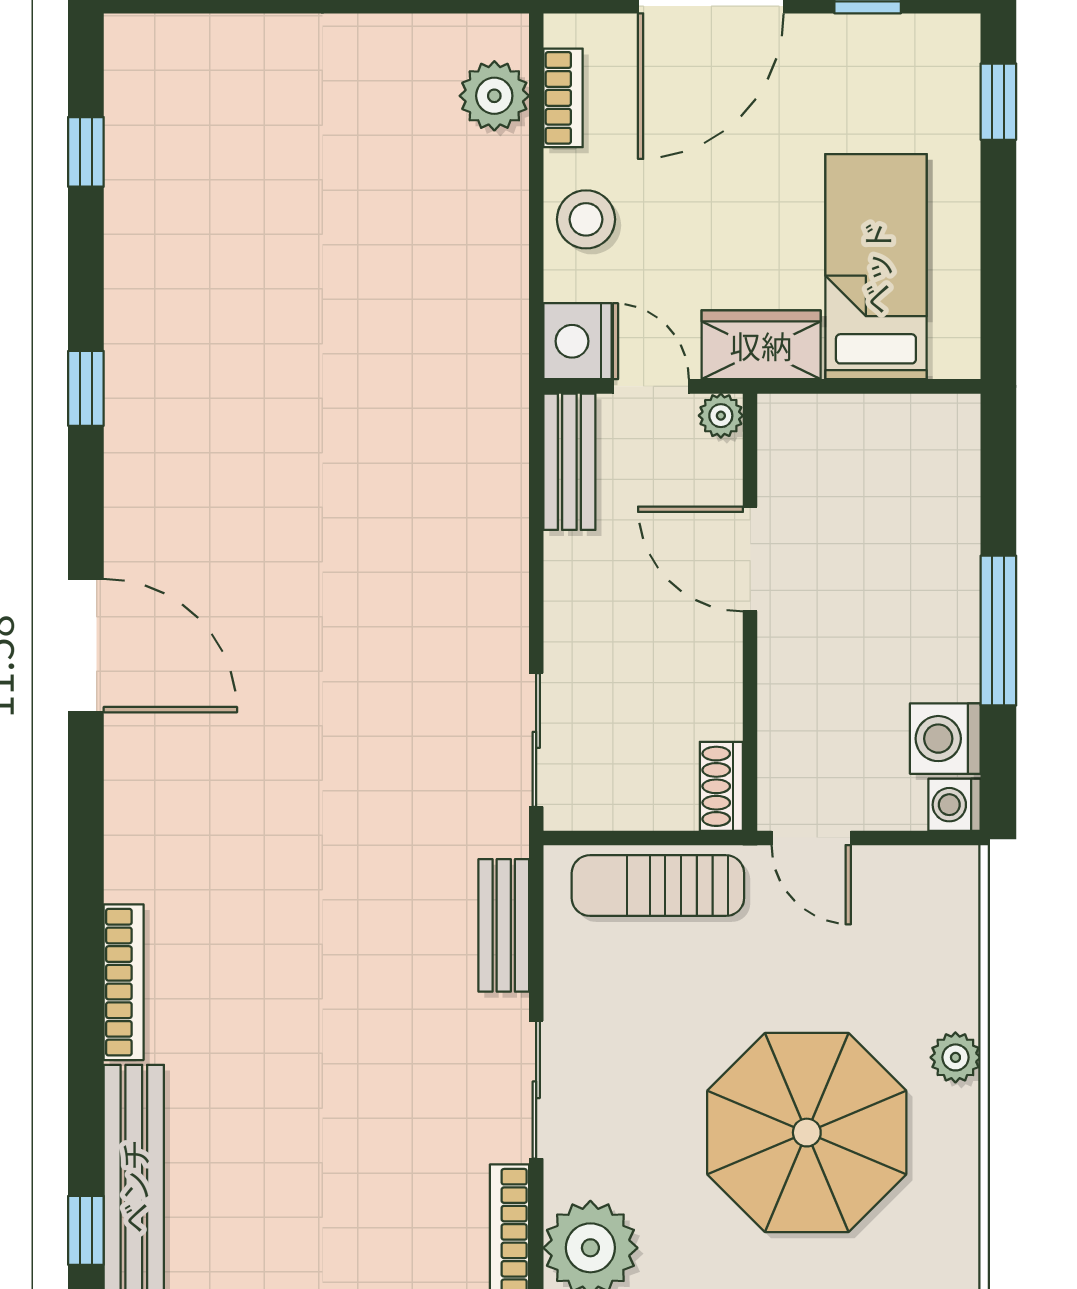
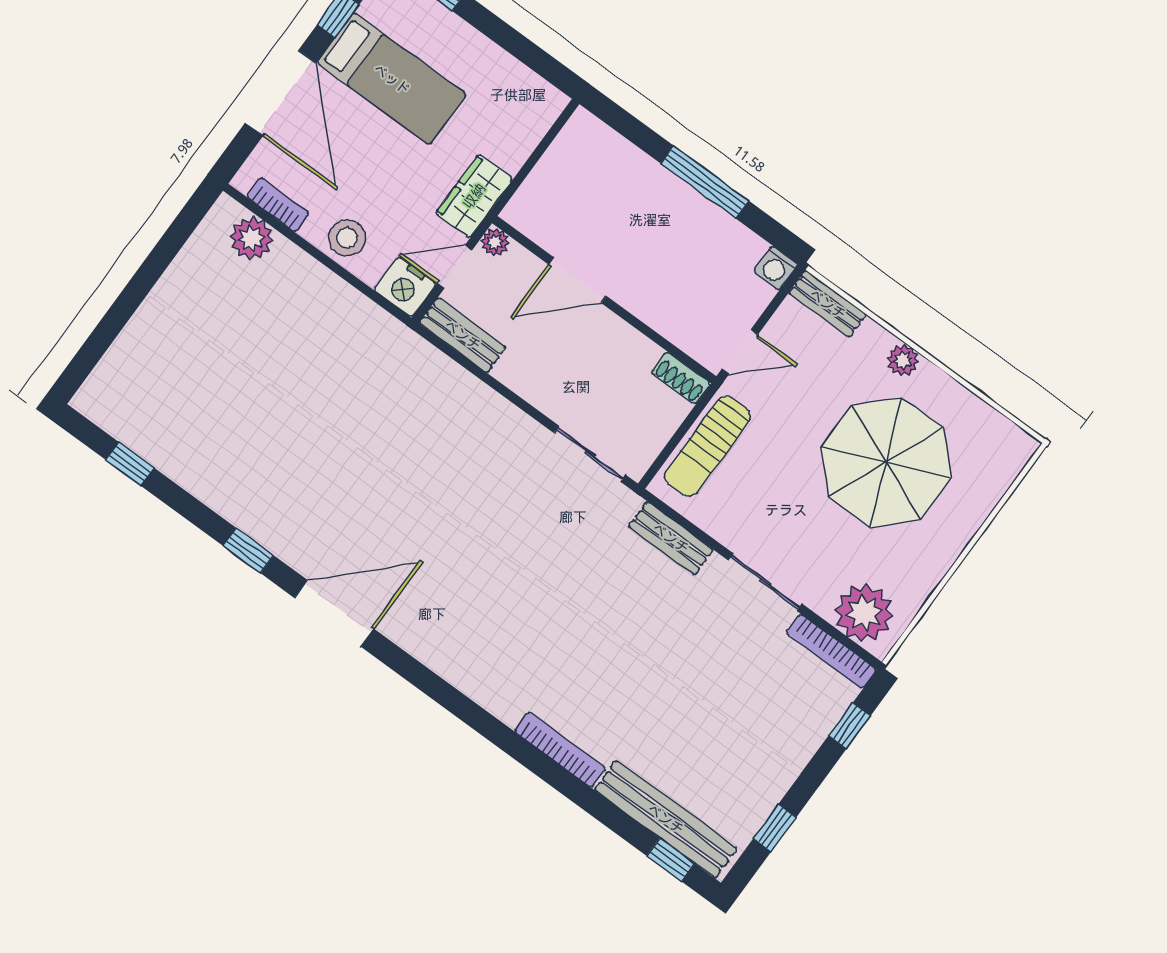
bed: (876, 267) -> (392, 79), moved, turned 180
door: (86, 646) -> (334, 613), moved
washing machine: (945, 739) -> (739, 248), removed
bench: (957, 906) -> (828, 304), added

